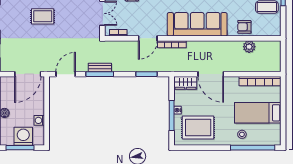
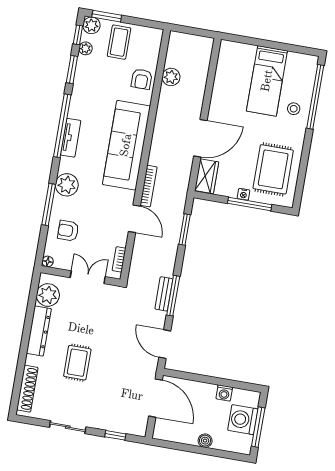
bookcase: (260, 81) -> (222, 70), removed

